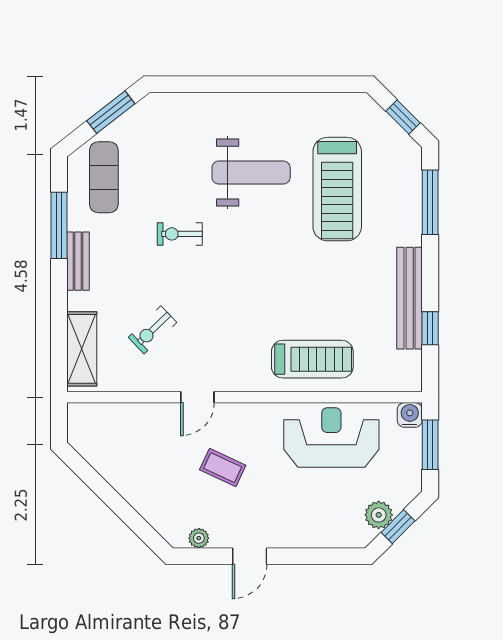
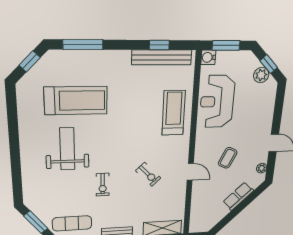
bench: (410, 298) -> (162, 57), moved
exercise bike: (152, 330) -> (148, 174), moved
row of seats: (142, 497) -> (238, 196), added

